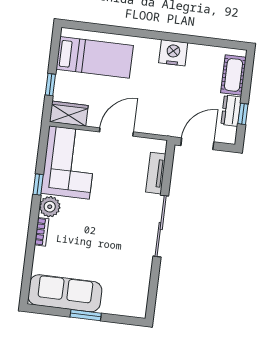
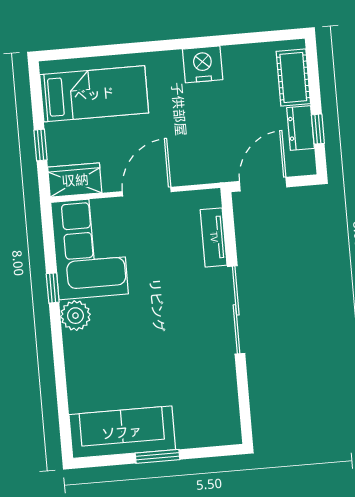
bookcase: (42, 232) -> (72, 353), removed

